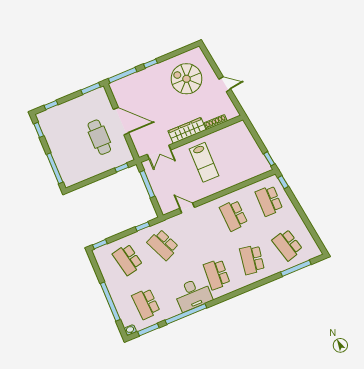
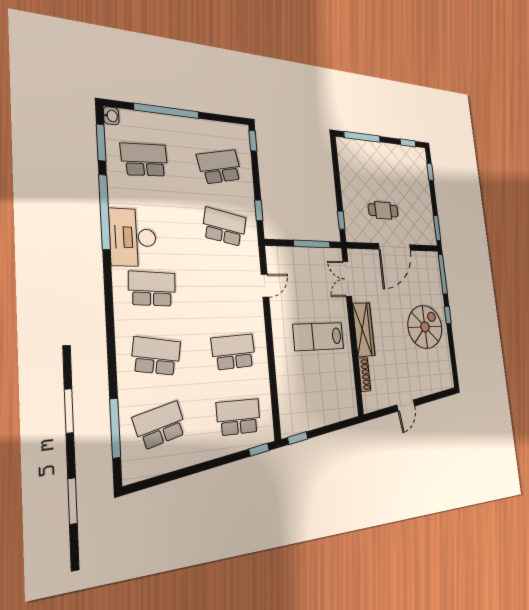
spiral stairs: (186, 79) -> (425, 327), moved
cafe table: (99, 137) -> (383, 210), width x0.73, depth x0.74
school desk: (163, 245) -> (224, 227), turned 36

